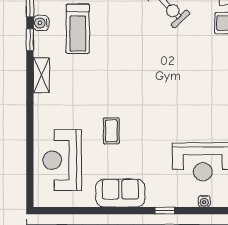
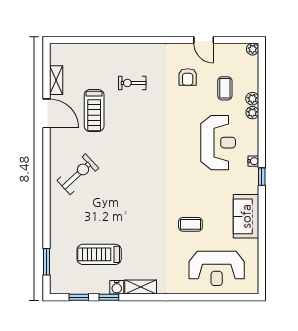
water cooler: (41, 23) -> (117, 287), moved
treadmill: (78, 29) -> (99, 254), turned 180
water cooler: (204, 201) -> (253, 161), moved

